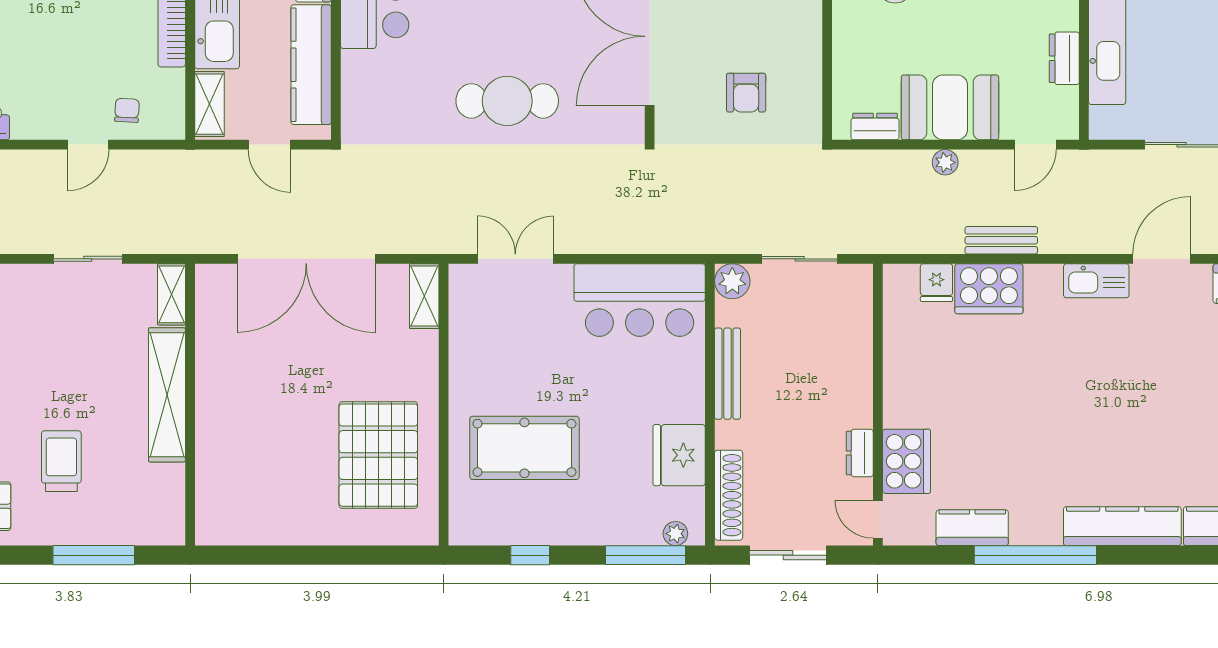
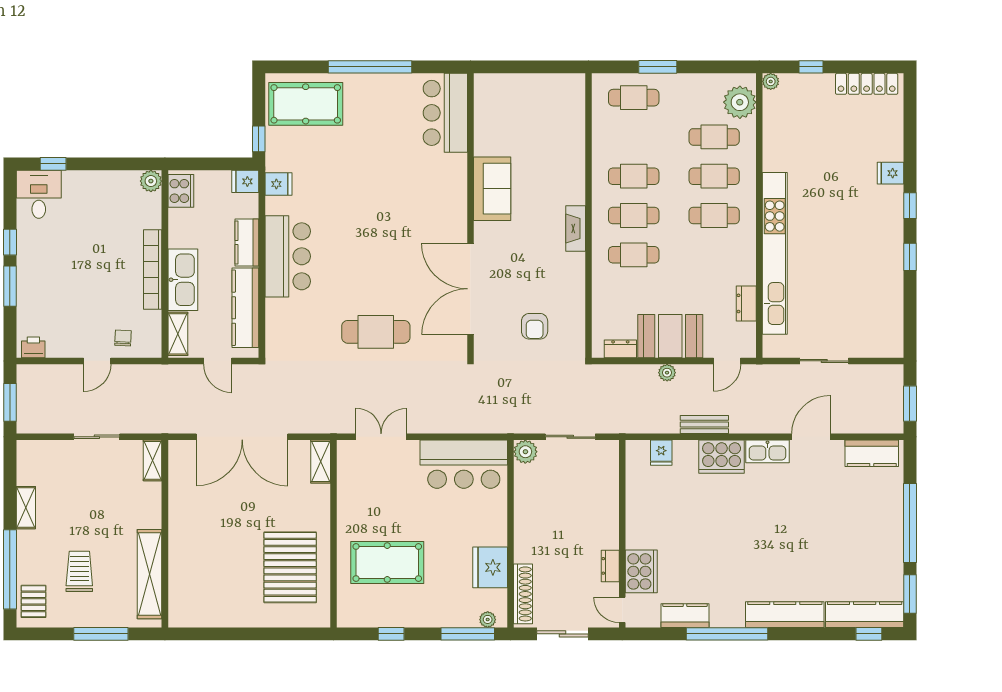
cooker: (989, 289) -> (722, 457), moved
bench: (727, 374) -> (522, 513), removed
shelving: (167, 395) -> (150, 574), moved

